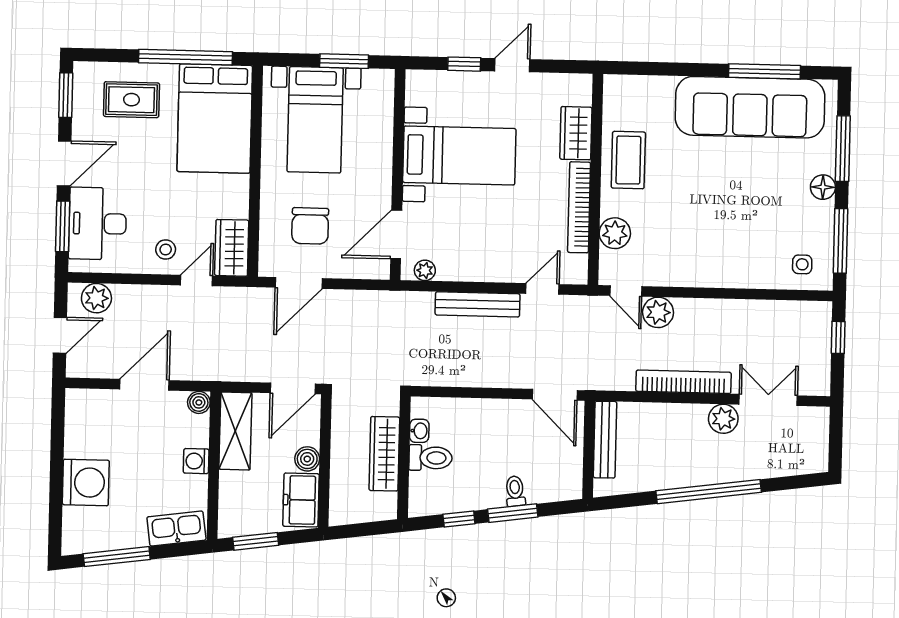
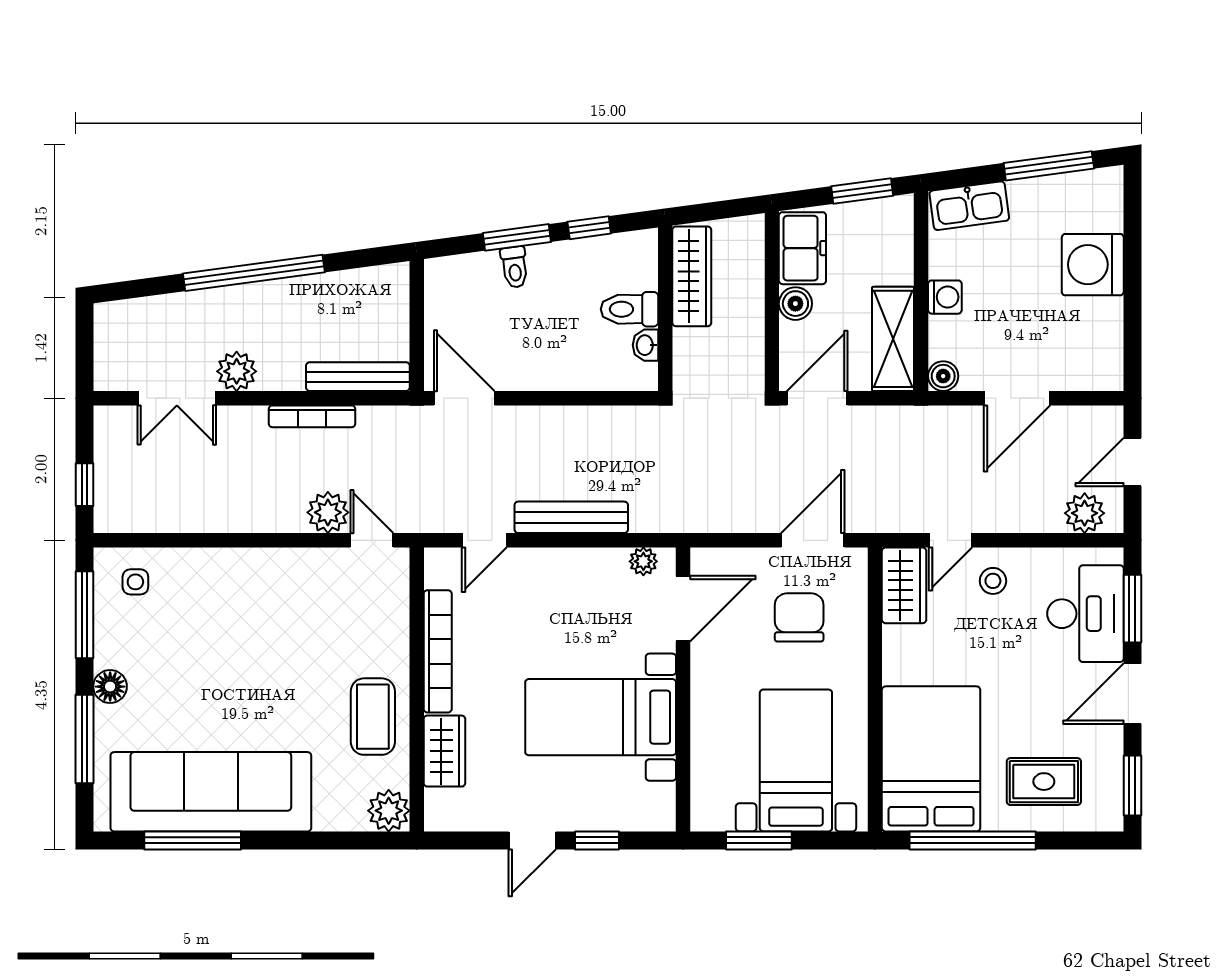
plant: (615, 233) -> (389, 811), moved
bookcase: (684, 382) -> (312, 416), width x0.68, depth x0.76
bench: (605, 440) -> (358, 377), moved, turned 90
wardrobe: (384, 454) -> (692, 276), moved

